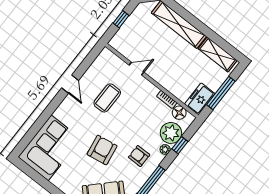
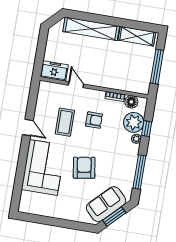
window: (121, 19) -> (41, 51), removed
door: (137, 69) -> (76, 85), hinge flipped
freezer: (200, 99) -> (54, 71), moved, turned 90
corner sofa: (50, 148) -> (43, 167), moved
armchair: (139, 156) -> (94, 120), moved, turned 180

